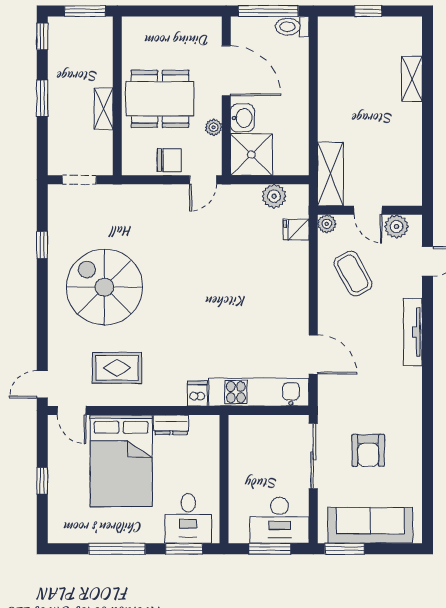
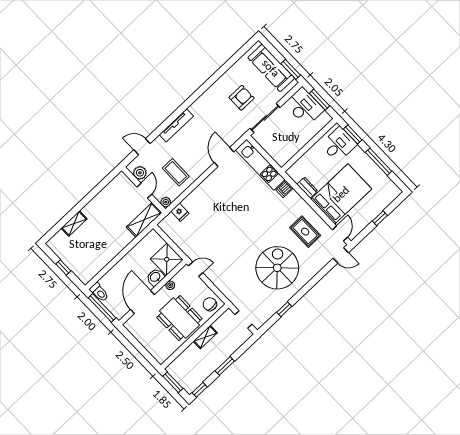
chair: (169, 160) -> (210, 304), moved
plant: (274, 196) -> (175, 234), removed
coffee table: (353, 274) -> (176, 172), turned -61
spiral stairs: (104, 287) -> (277, 268), turned 180

